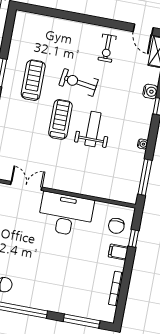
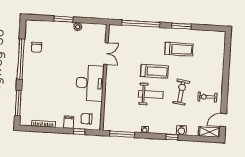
exercise bike: (79, 82) -> (181, 92), moved

